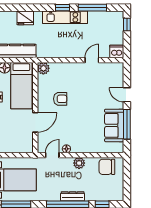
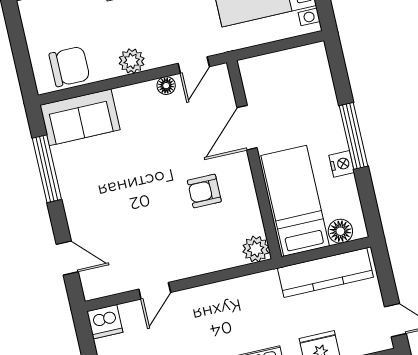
door: (127, 95) -> (67, 258), moved
sofa: (114, 125) -> (80, 117), moved, turned 90

